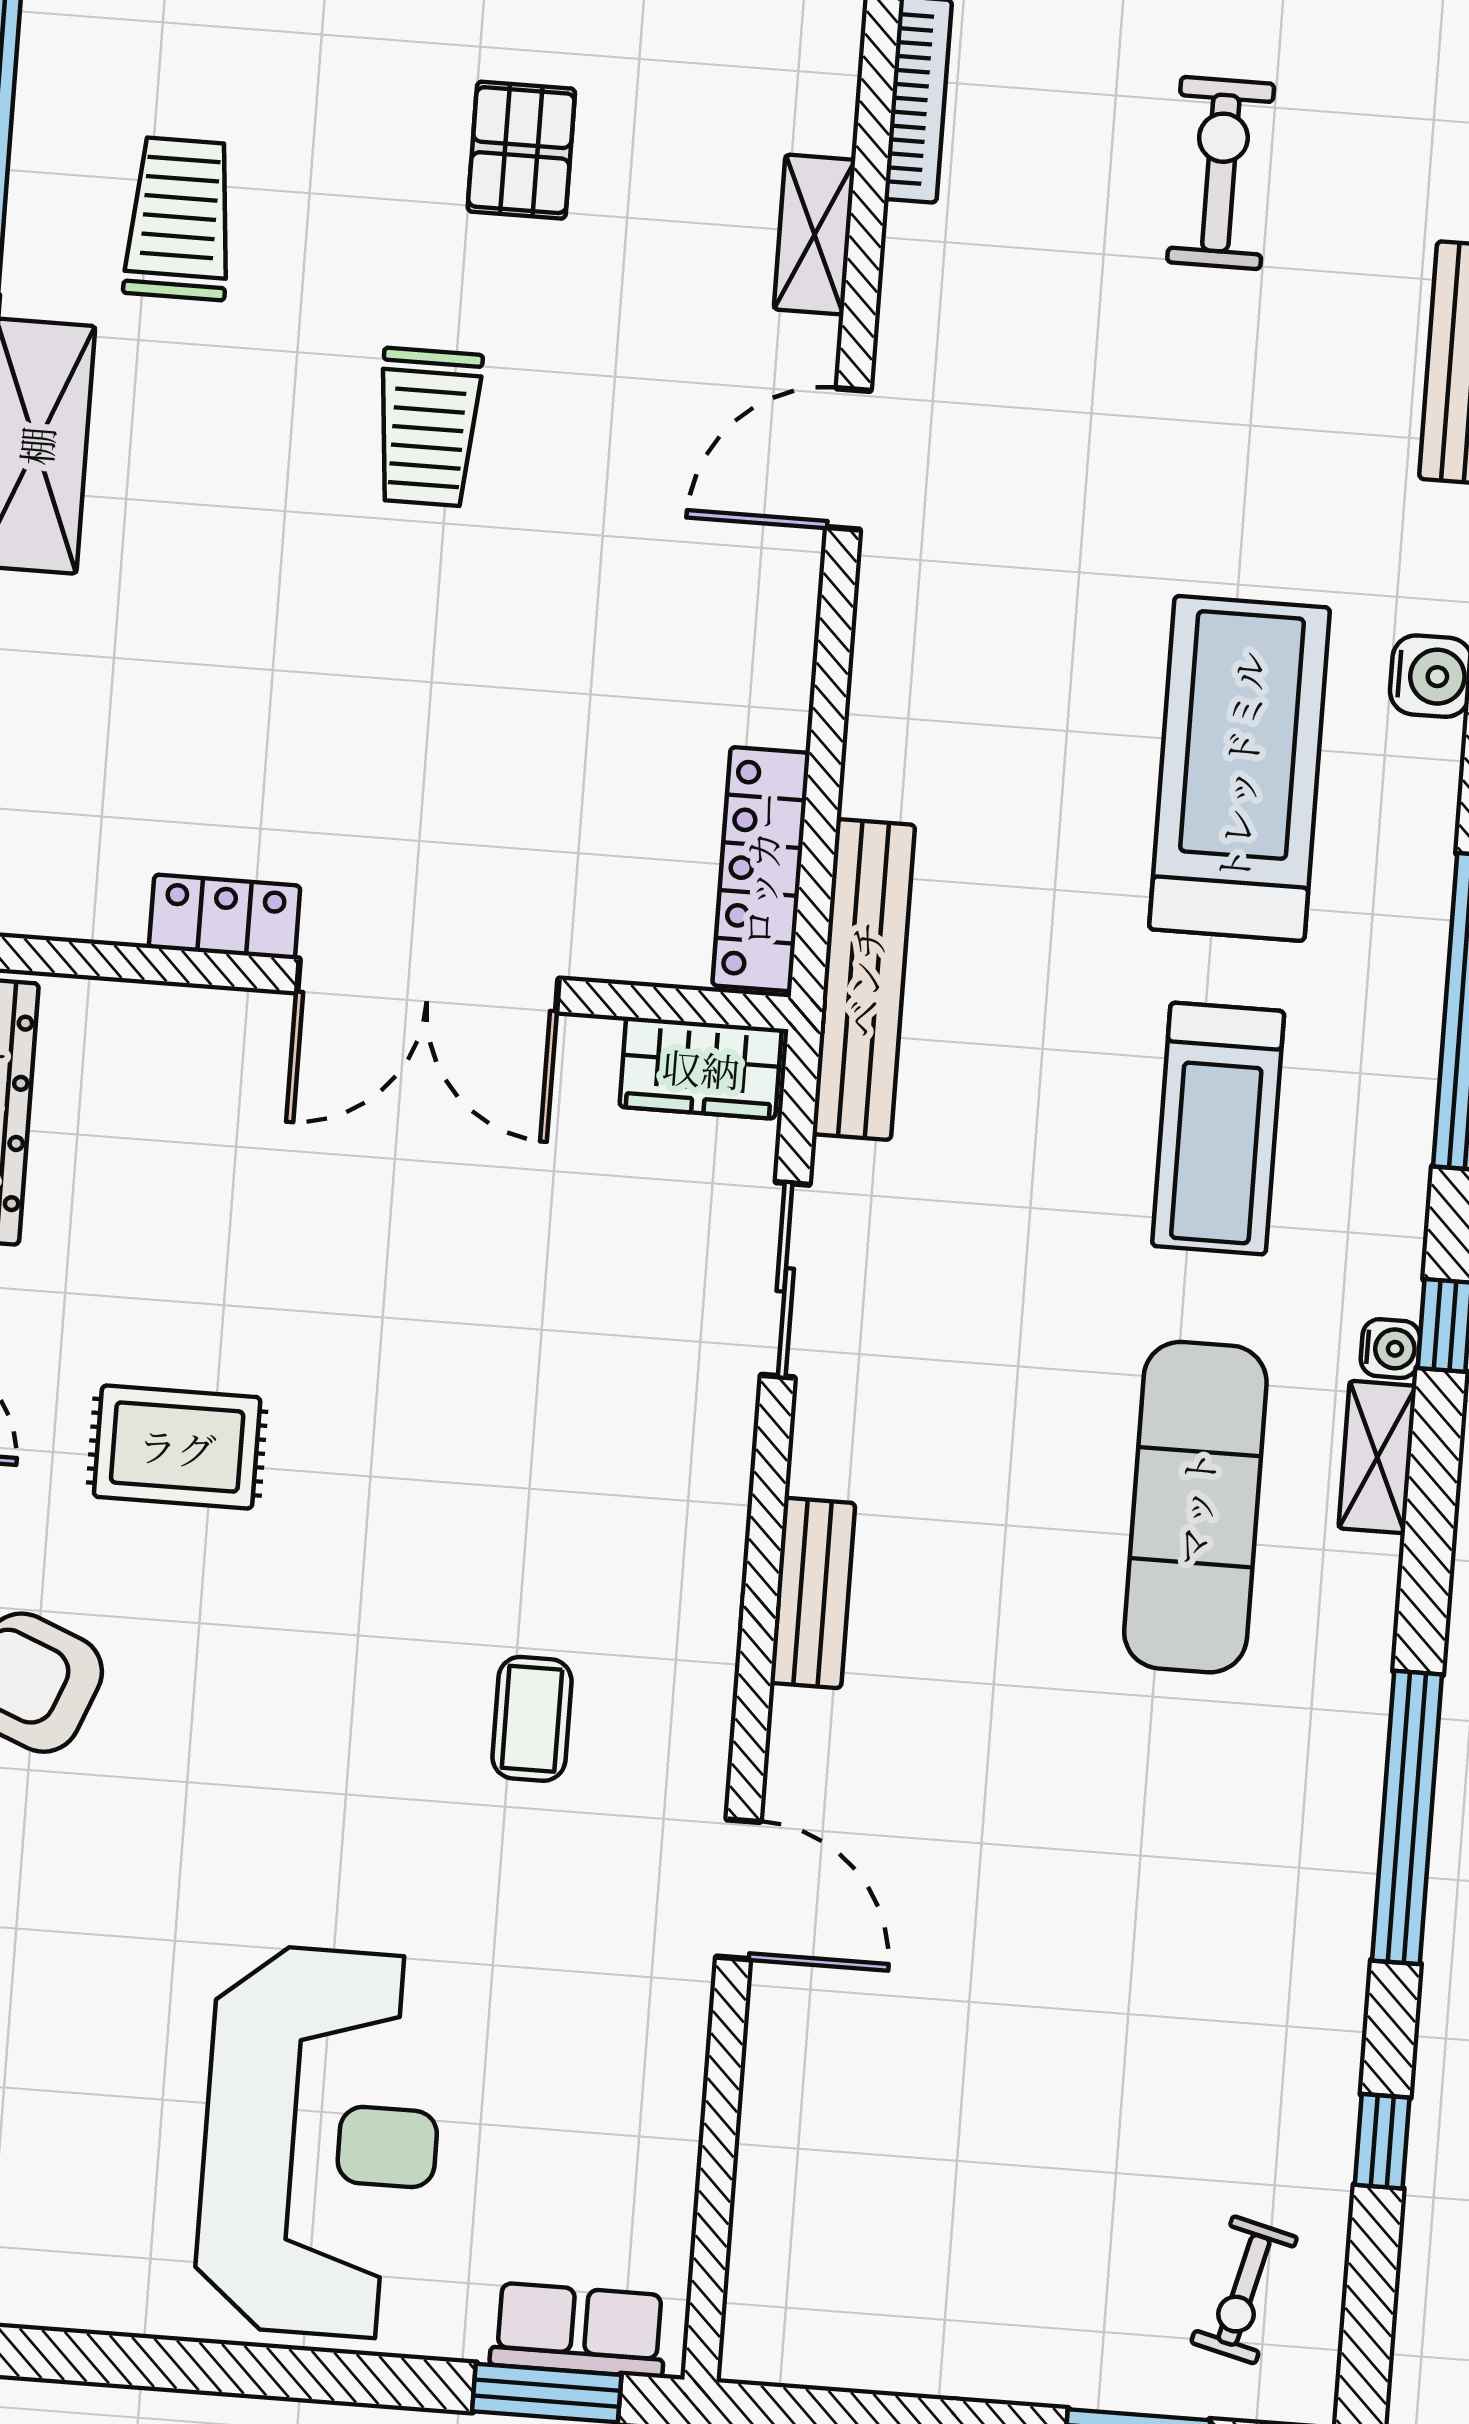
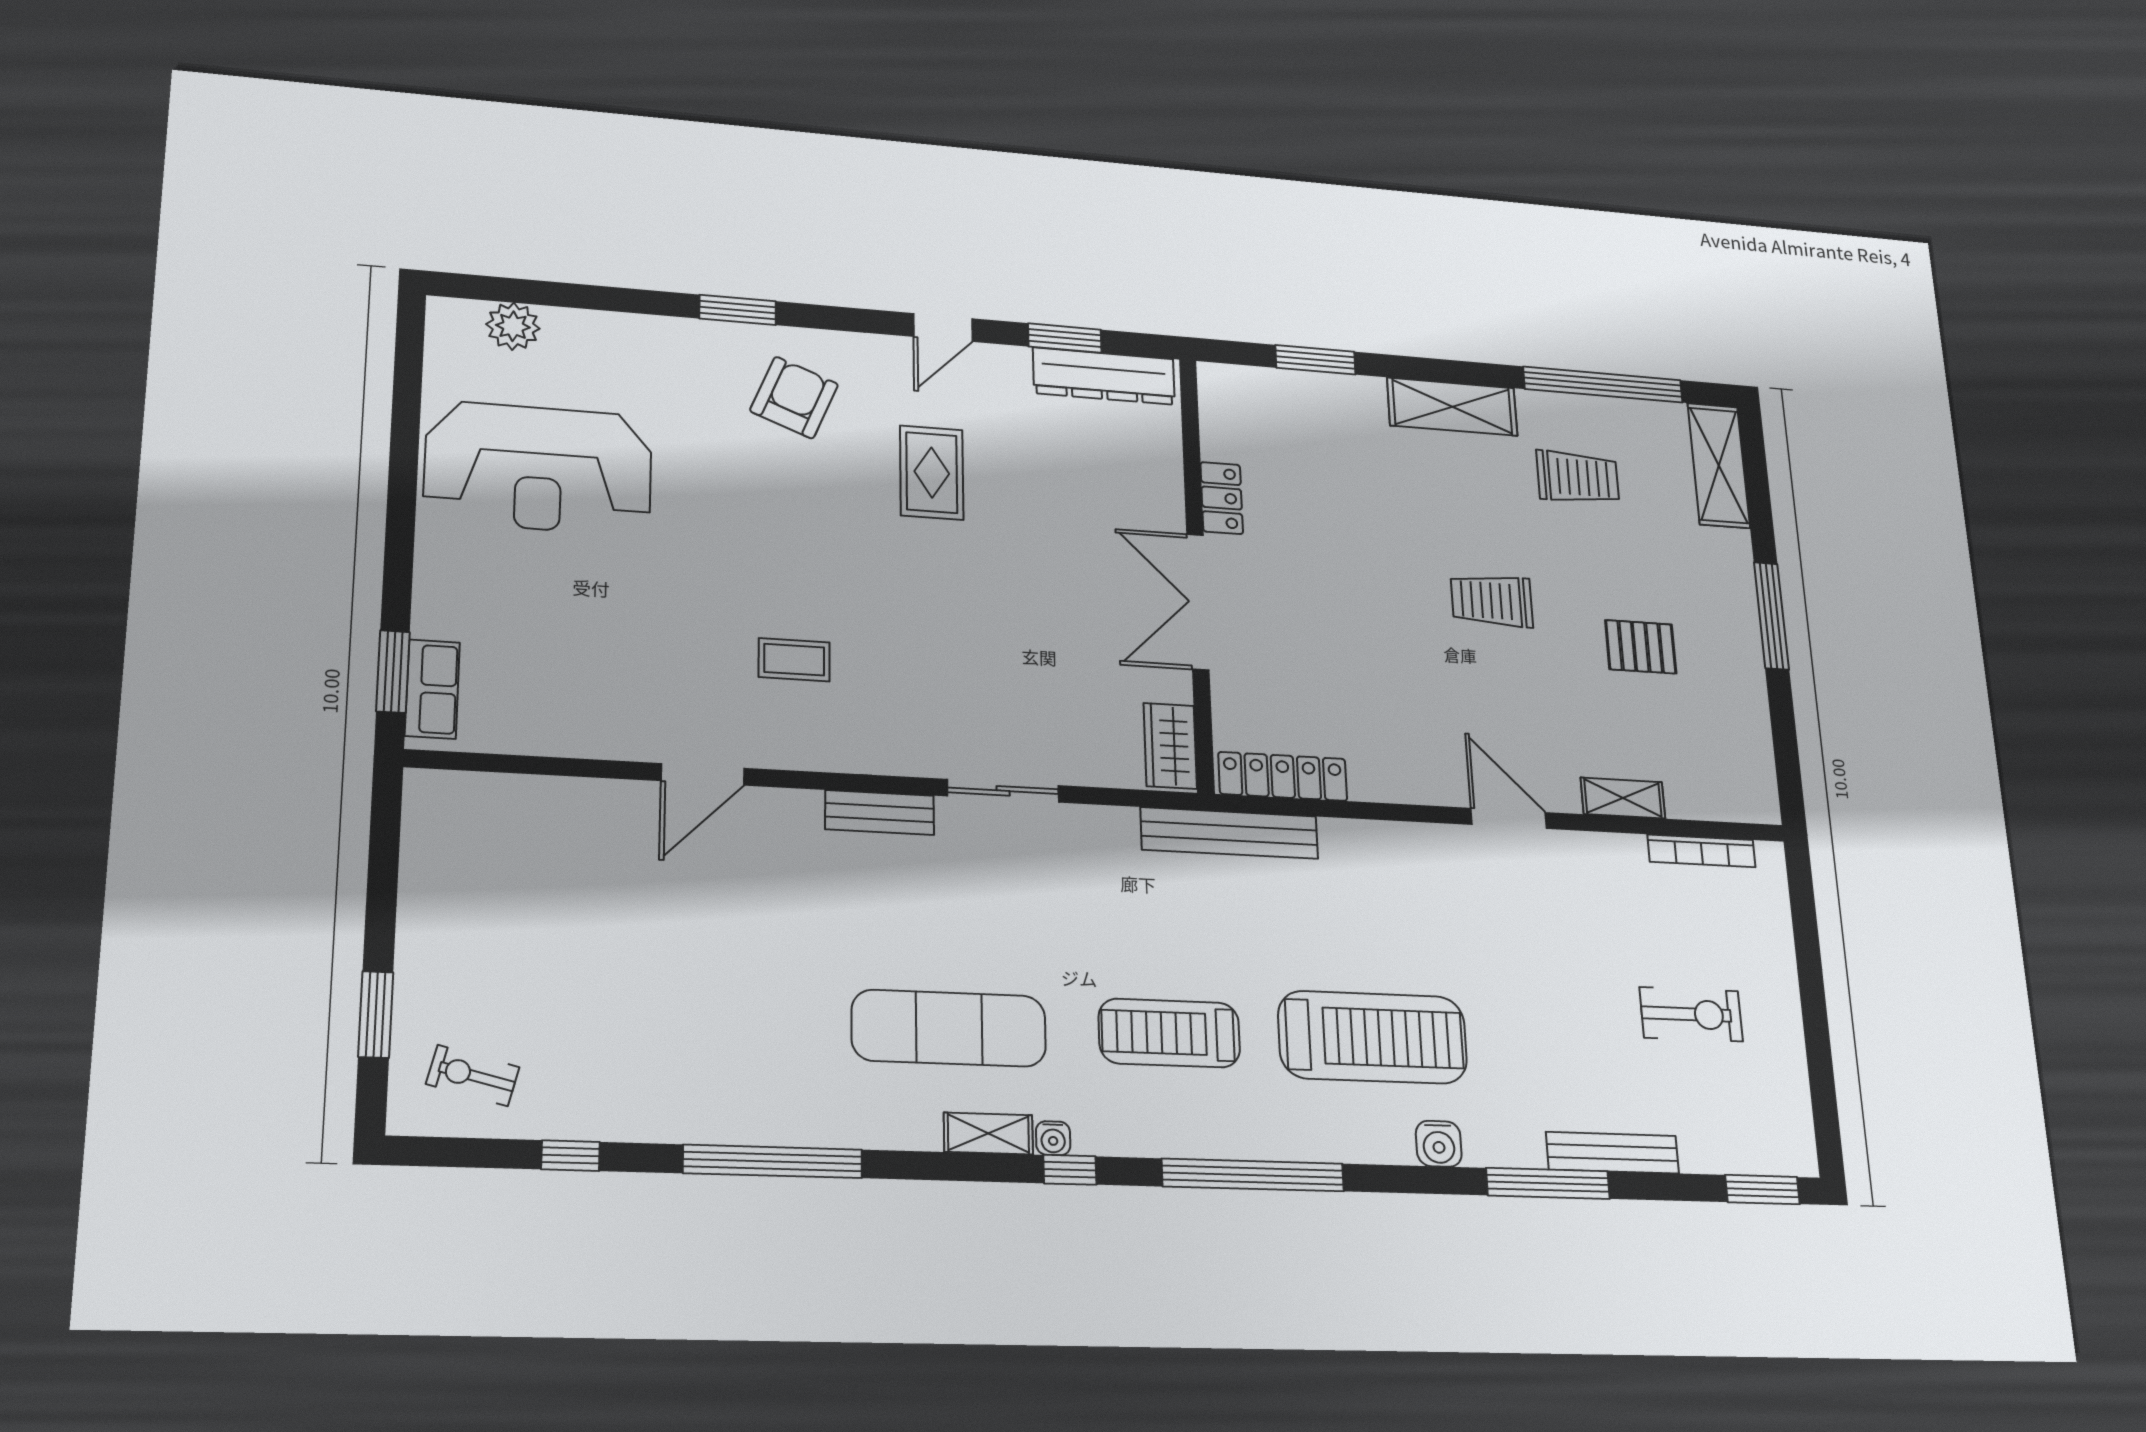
sliding door: (785, 1280) -> (1003, 791), moved
reception desk: (321, 2142) -> (538, 468), moved

